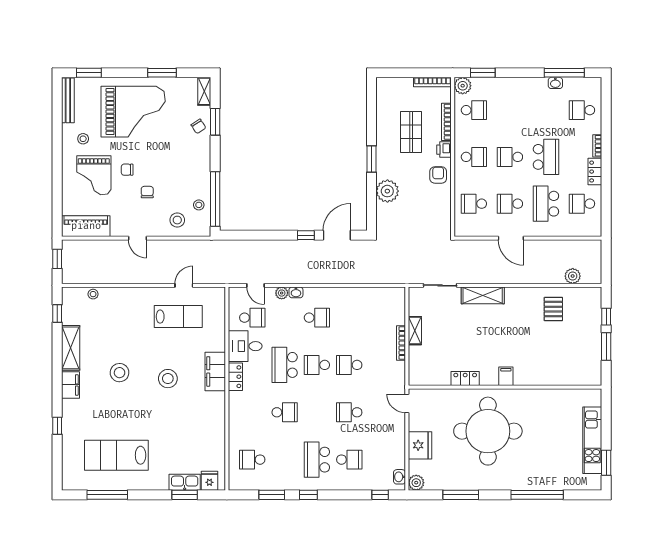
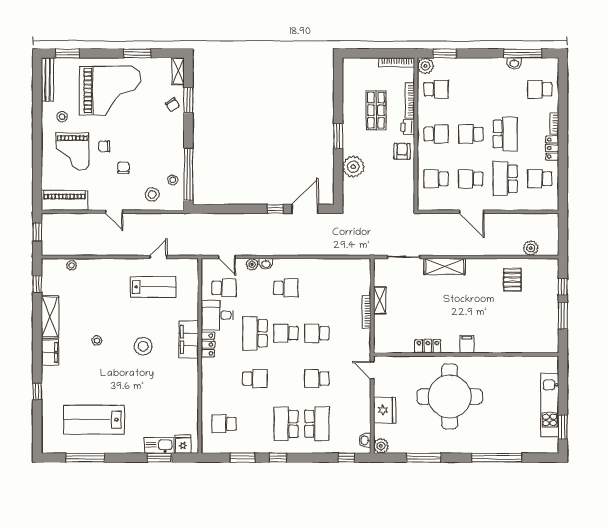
stool: (120, 373) -> (97, 341), width x0.53, depth x0.53
school desk: (349, 460) -> (317, 424), width x1.85

